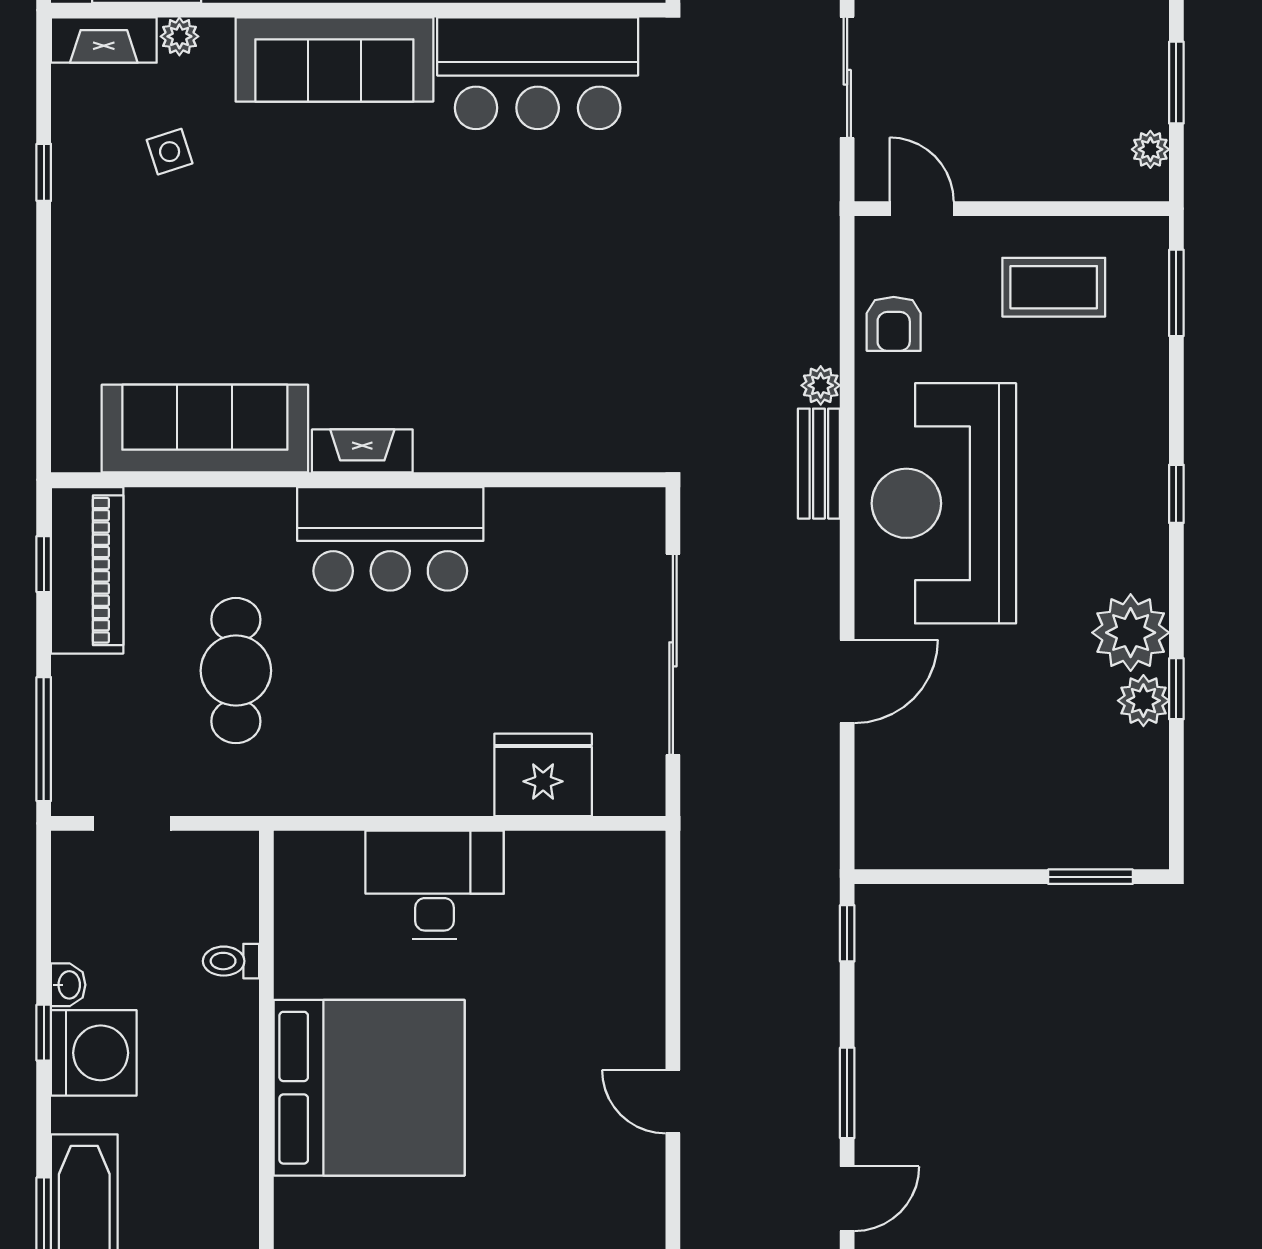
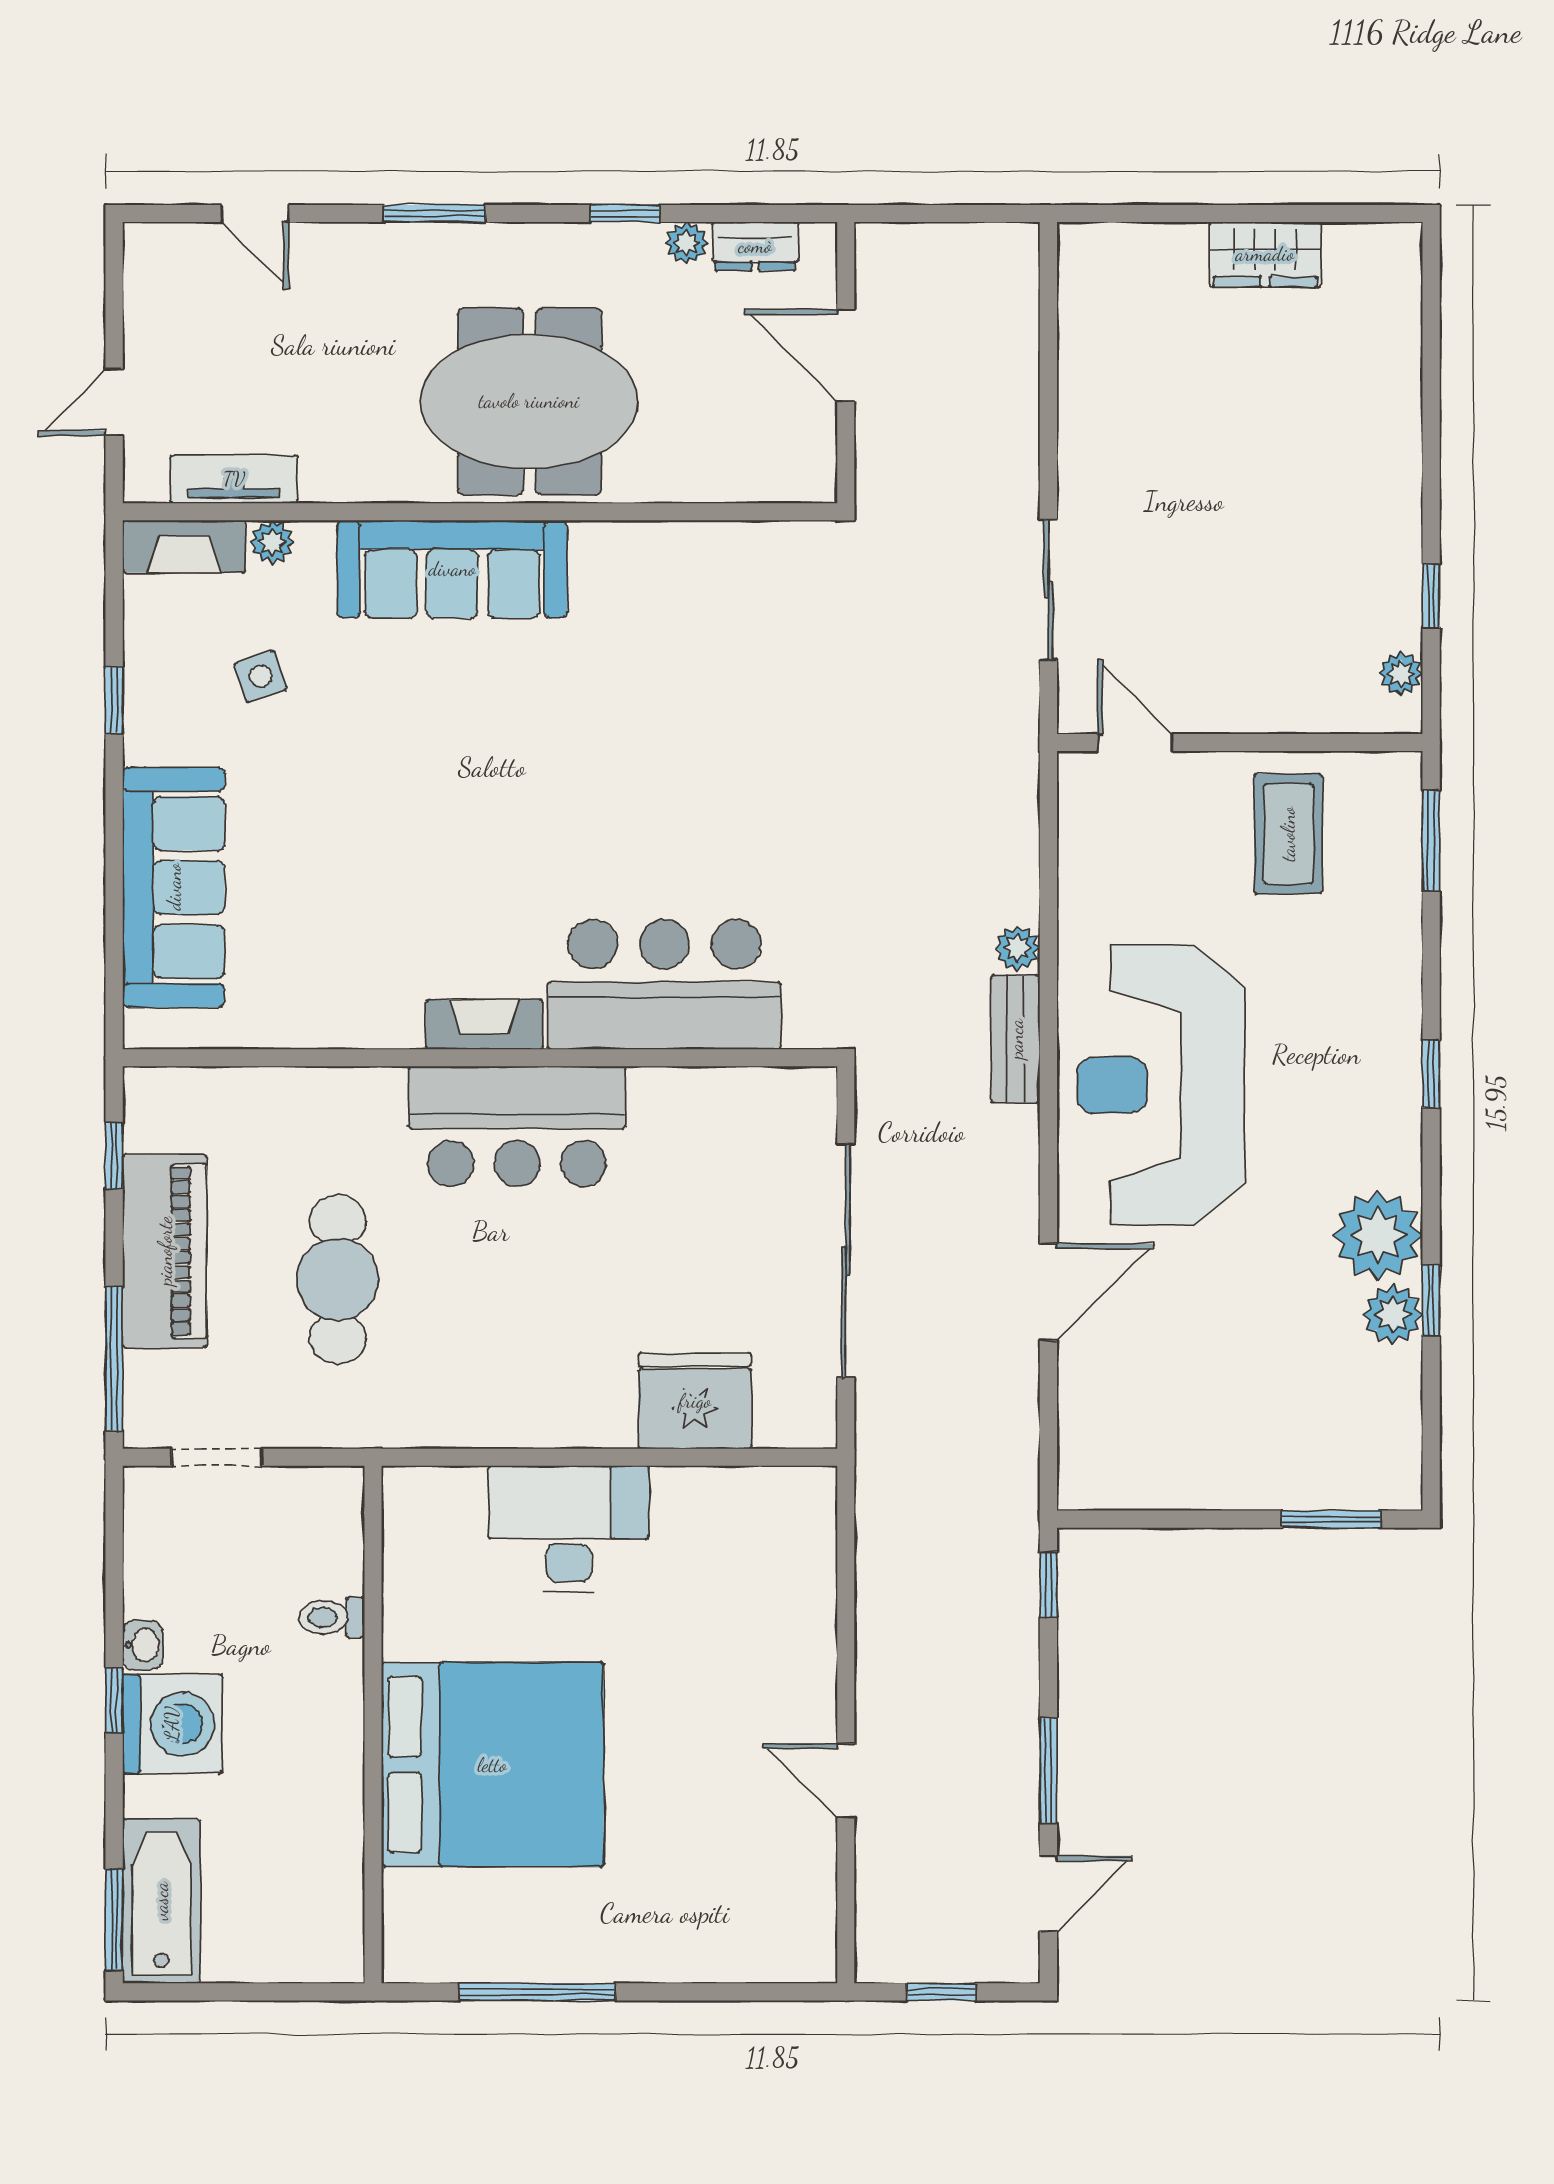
bar counter: (538, 73) -> (664, 984), moved, turned 180
window: (1176, 83) -> (1431, 596), width x0.67
coffee table: (1054, 287) -> (1288, 834), turned 90
armchair: (894, 324) -> (1102, 876), removed
sofa: (205, 429) -> (174, 887), moved, turned 90
piano: (87, 570) -> (165, 1251), moved

